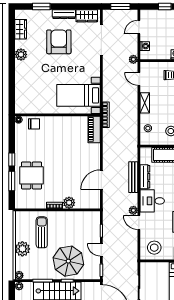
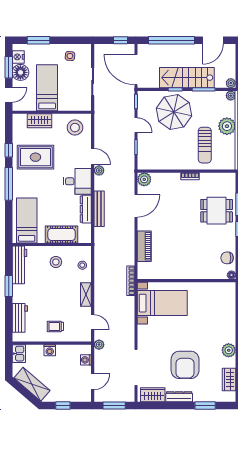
chair: (34, 124) -> (227, 258), moved
piano: (94, 129) -> (144, 246), moved
dining table: (31, 175) -> (217, 211), turned 90
plant: (69, 203) -> (144, 179), moved

